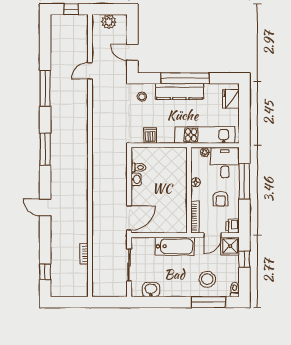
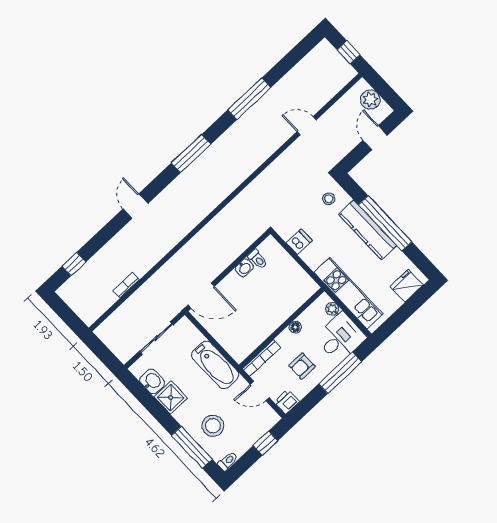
door: (132, 52) -> (375, 138), moved
shower: (230, 246) -> (171, 398), moved

